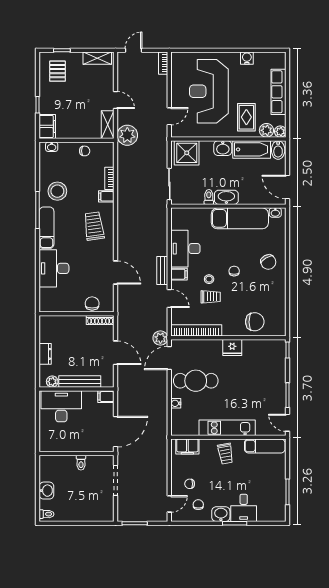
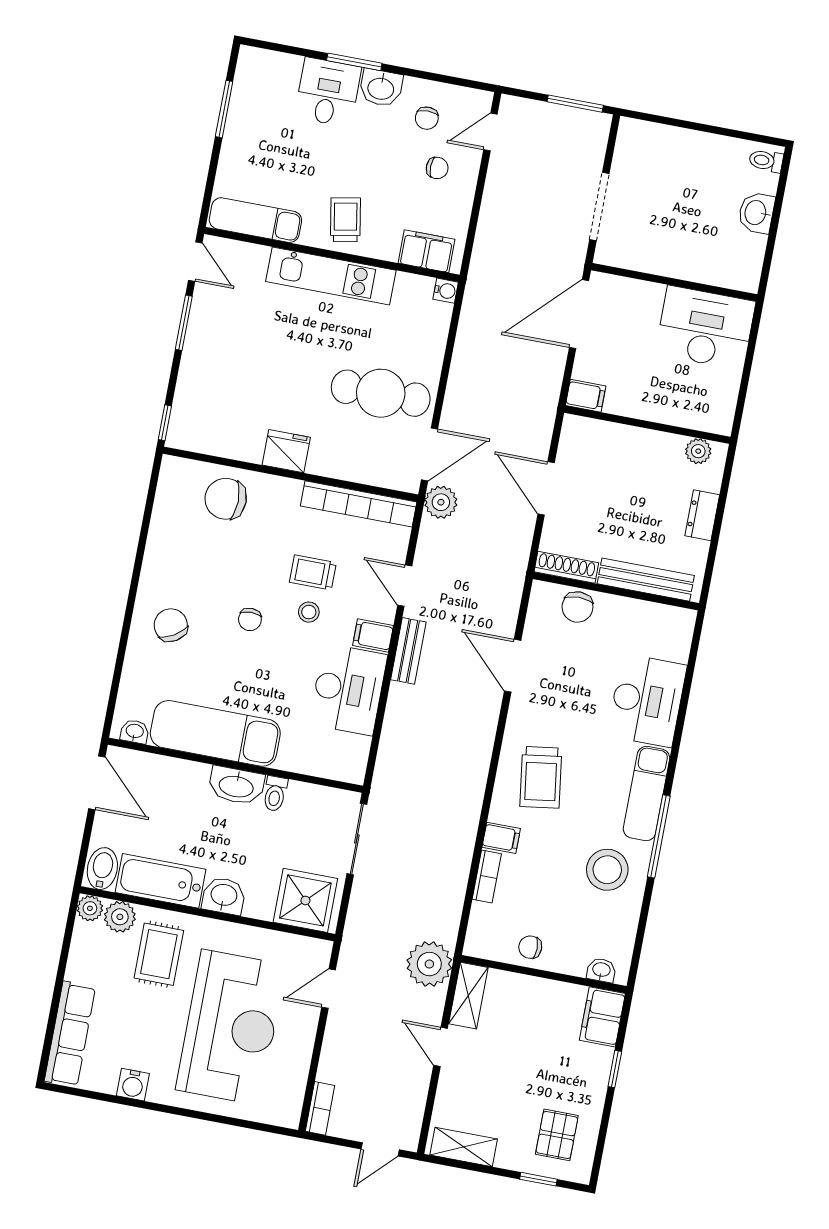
row of seats: (279, 92) -> (70, 1034), moved
bench: (80, 381) -> (646, 580), moved
water cooler: (176, 403) -> (446, 291), moved
desk: (61, 406) -> (705, 328), moved, turned 180
toilet: (81, 463) -> (668, 260), removed

